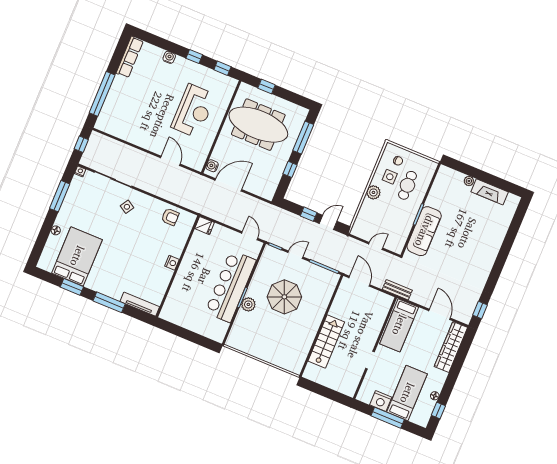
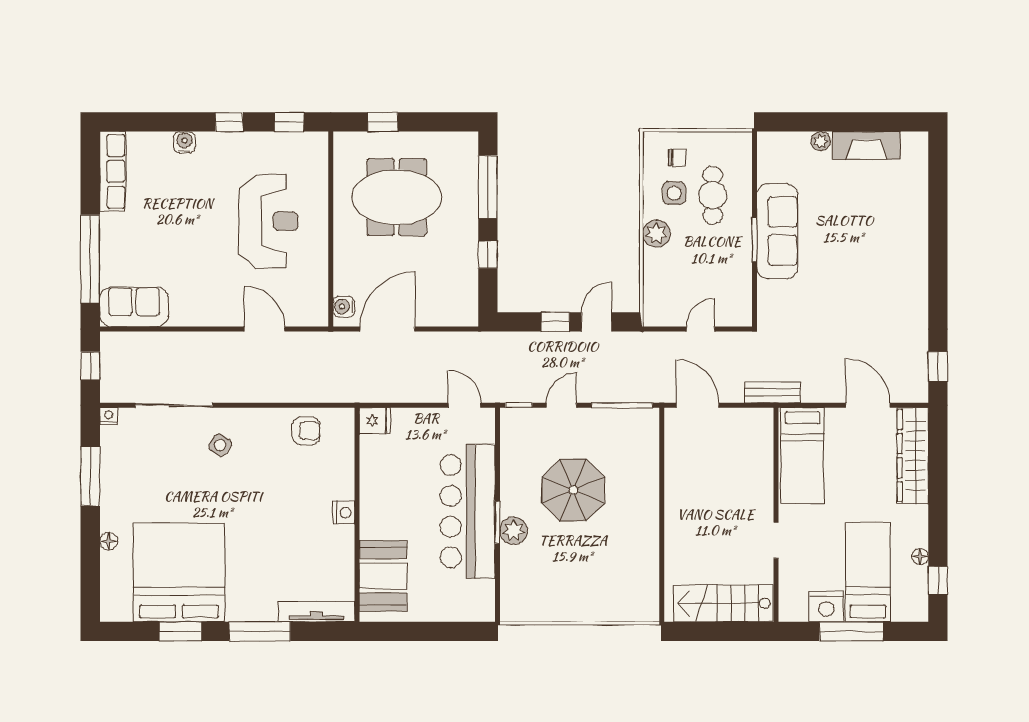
sofa: (113, 125) -> (134, 307), added
meeting table: (258, 125) -> (397, 197), width x0.73
sofa: (424, 231) -> (777, 231), moved
bed: (77, 256) -> (179, 572), width x1.36
booth: (178, 300) -> (383, 576), added
stairs: (326, 342) -> (723, 603), moved, turned -90

